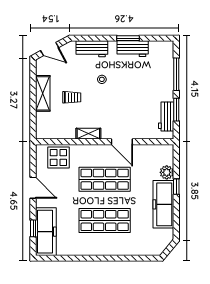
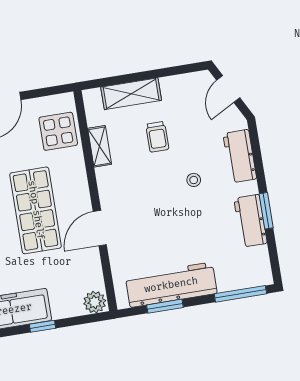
window: (176, 74) -> (240, 294), moved
shelving: (43, 93) -> (131, 94), moved
workbench: (166, 116) -> (171, 285), width x1.88, depth x1.32
shelving: (88, 134) -> (100, 146), moved
plant: (167, 172) -> (95, 302), moved

